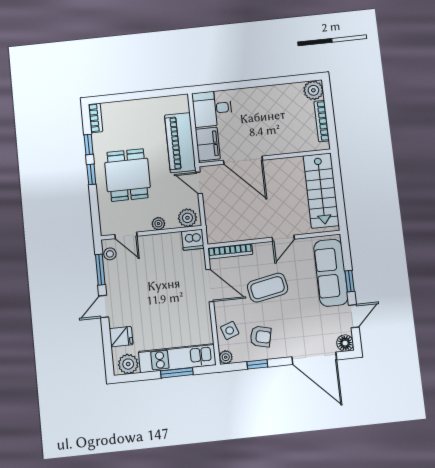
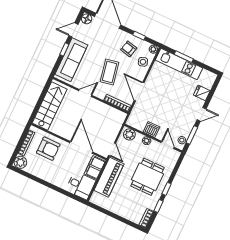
armchair: (287, 131) -> (48, 149), added
dishwasher: (193, 240) -> (151, 129), moved
coffee table: (268, 288) -> (109, 72), turned 90
plant: (128, 364) -> (207, 76), removed

